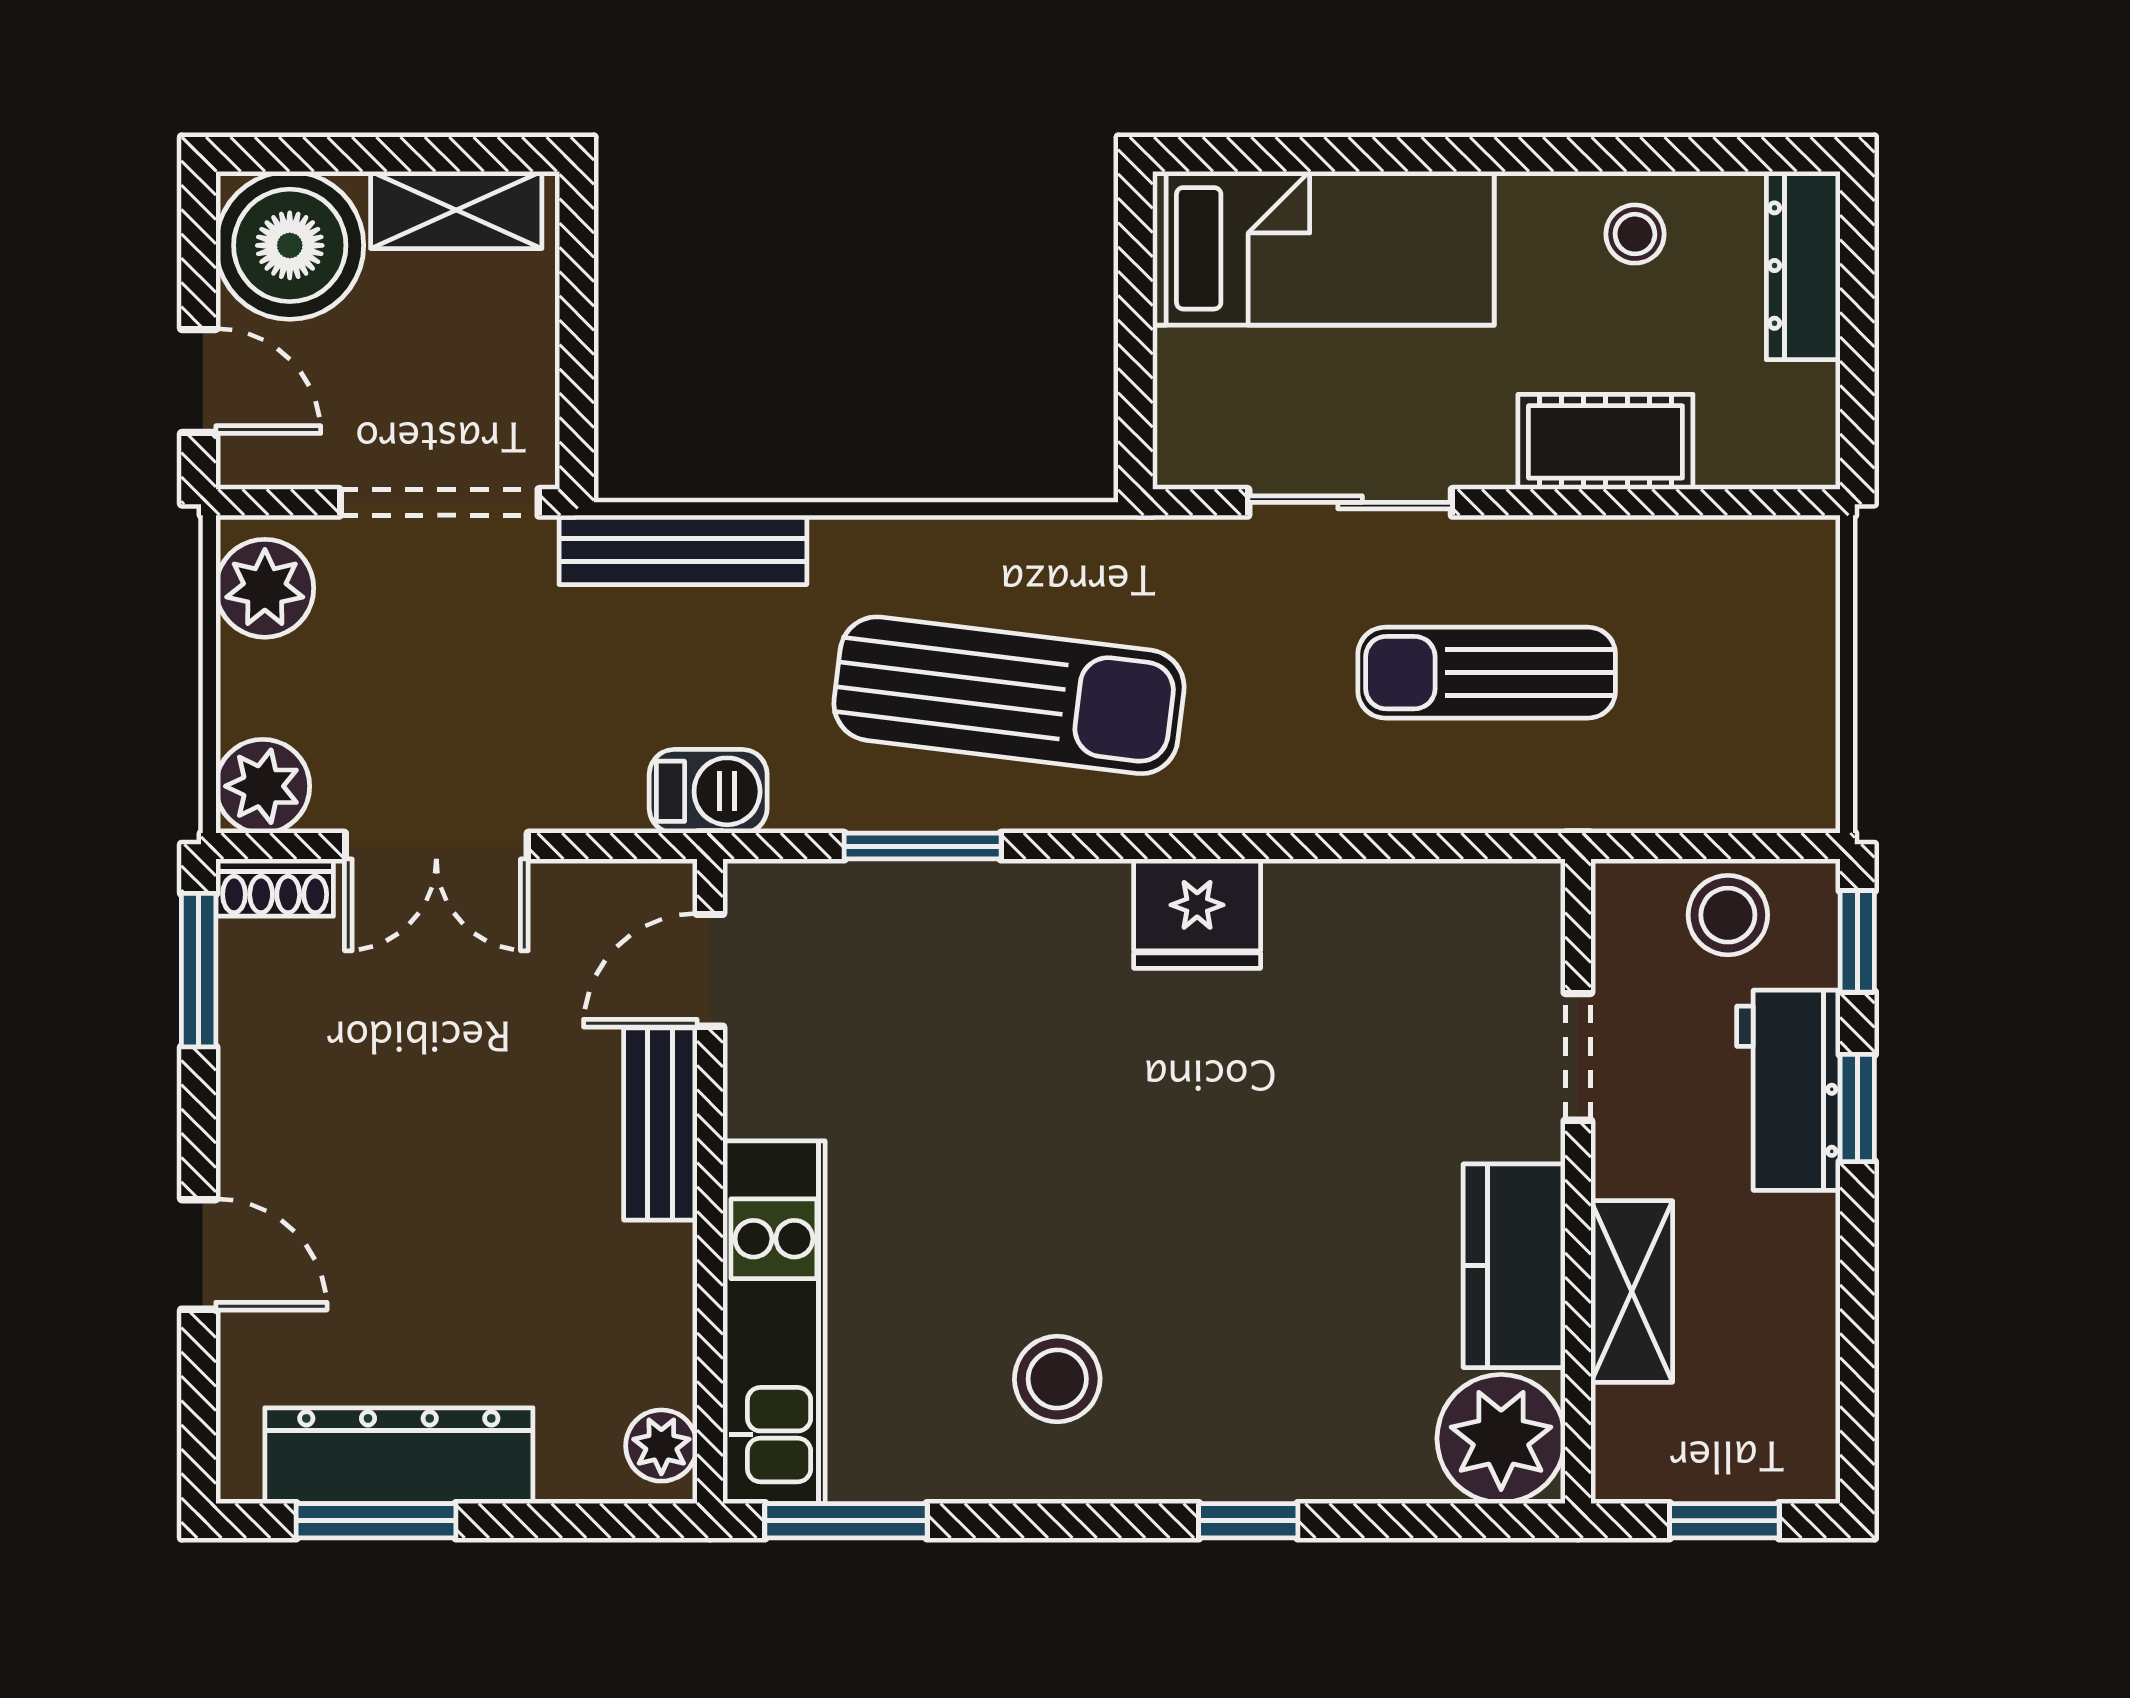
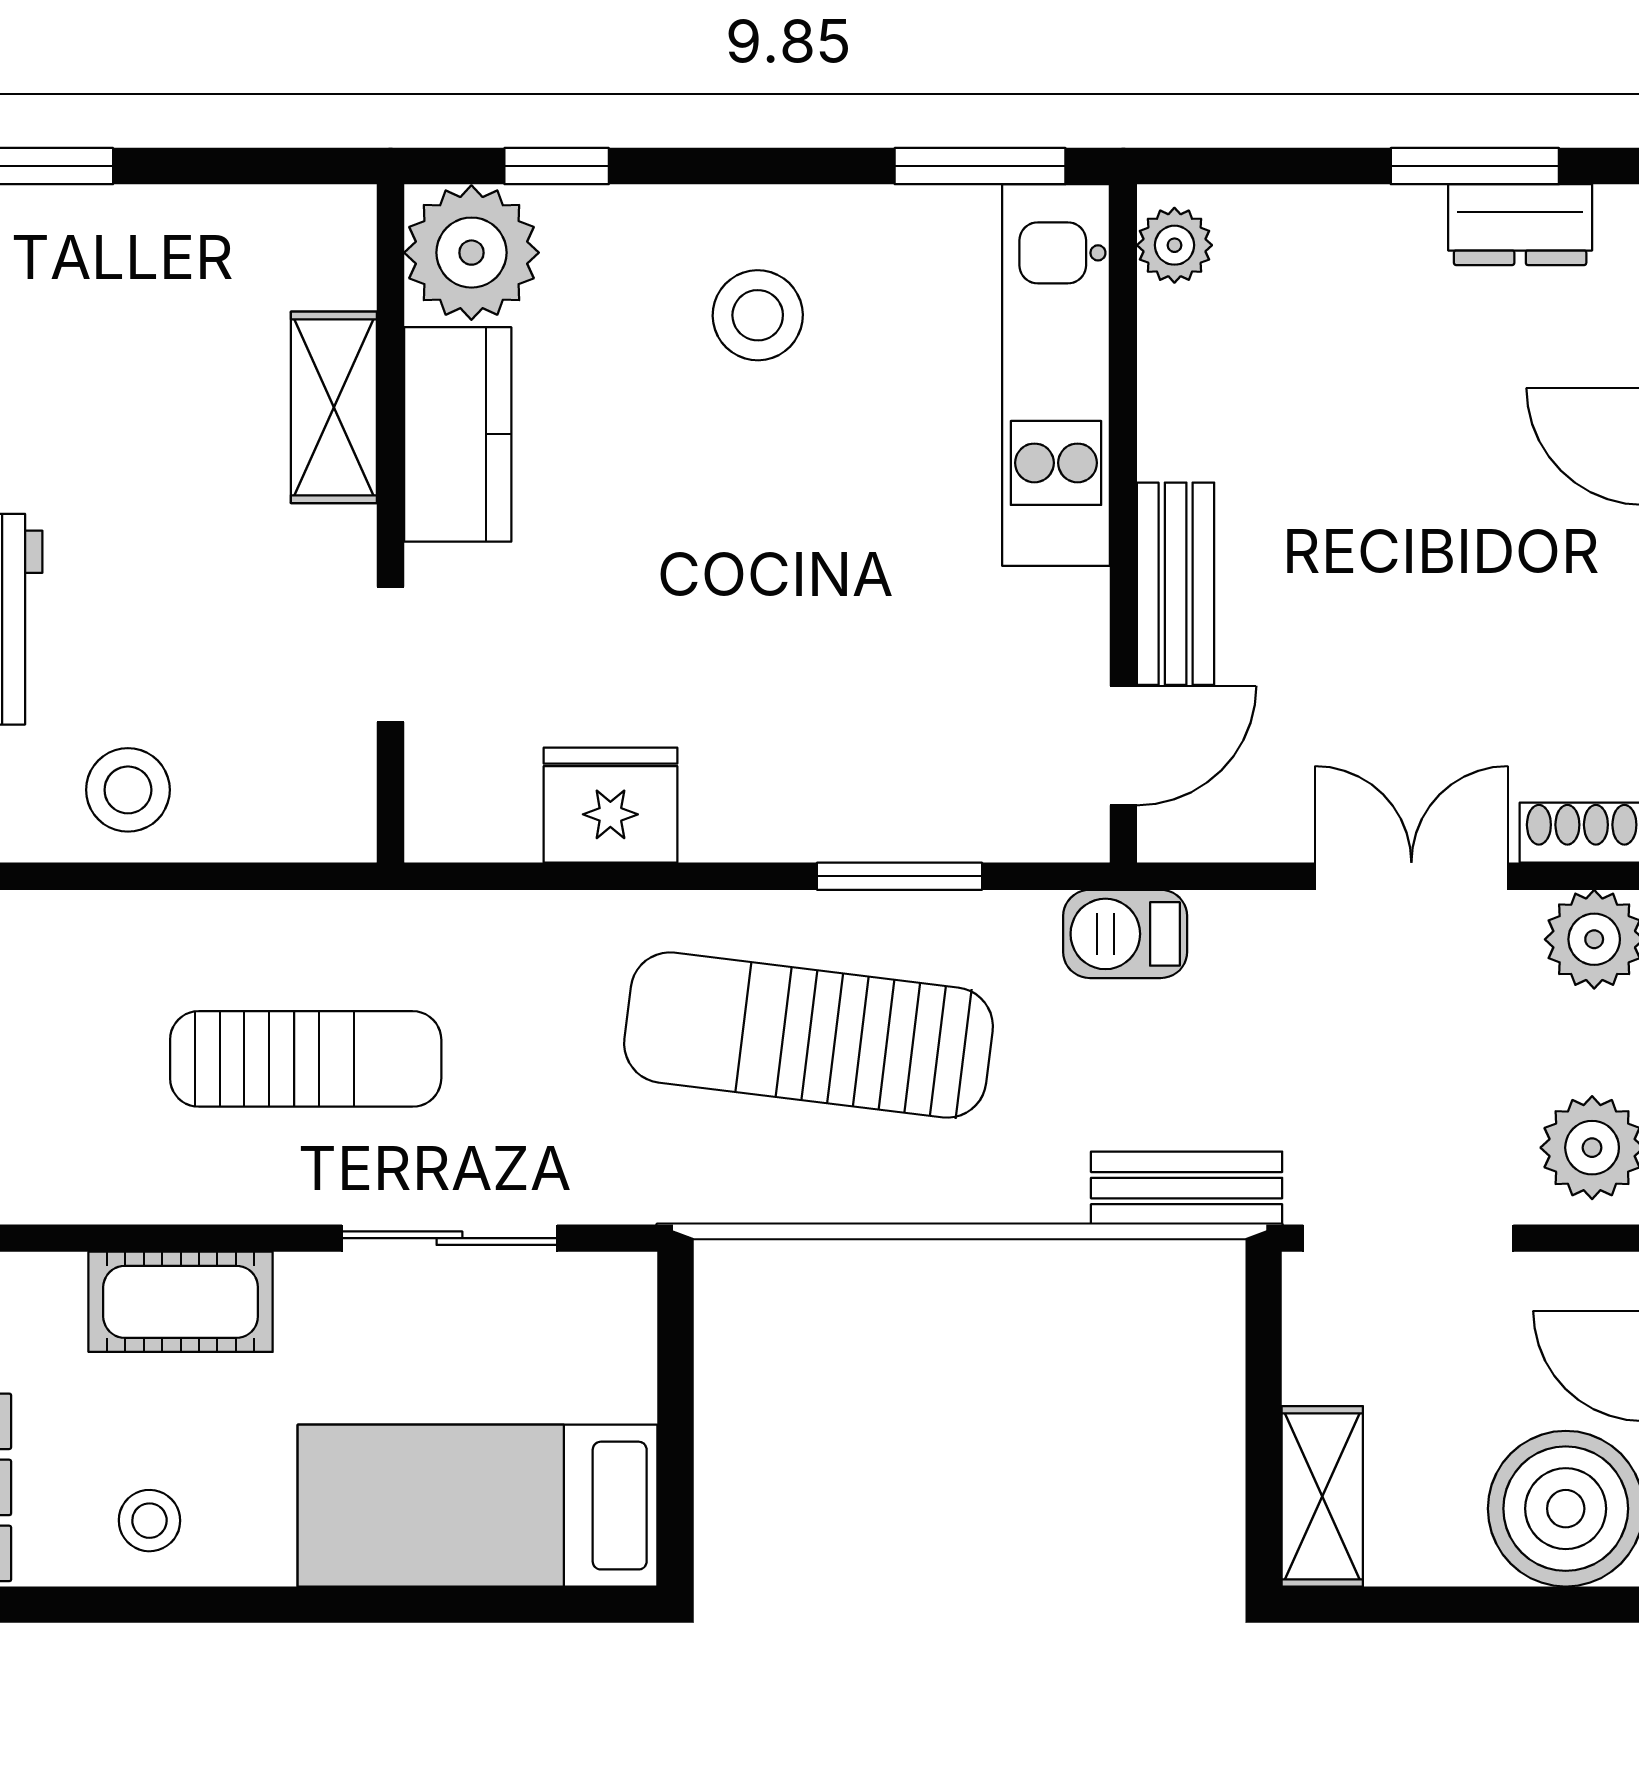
shelving: (456, 210) -> (1322, 1496), moved, turned 90
bench: (683, 550) -> (1187, 1188), width x0.73
stool: (1728, 915) -> (128, 790), moved
doorway: (1578, 1057) -> (391, 654), moved
wall: (1578, 1181) -> (391, 523), moved
kitchen counter: (1514, 1266) -> (458, 434), moved
shelving: (1632, 1291) -> (334, 407), moved
plant: (1501, 1439) -> (471, 253), moved
dresser: (399, 1456) -> (1520, 225), width x0.51, depth x0.80

